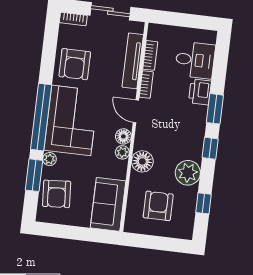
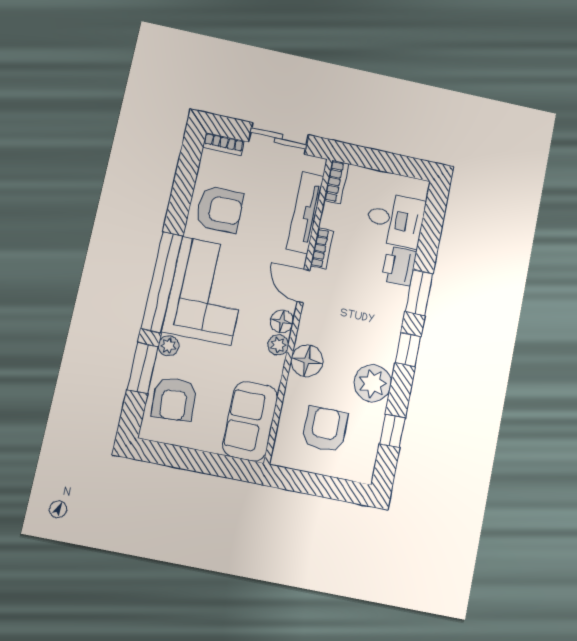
bookcase: (150, 55) -> (336, 182), moved
armchair: (75, 64) -> (220, 209), turned -90

